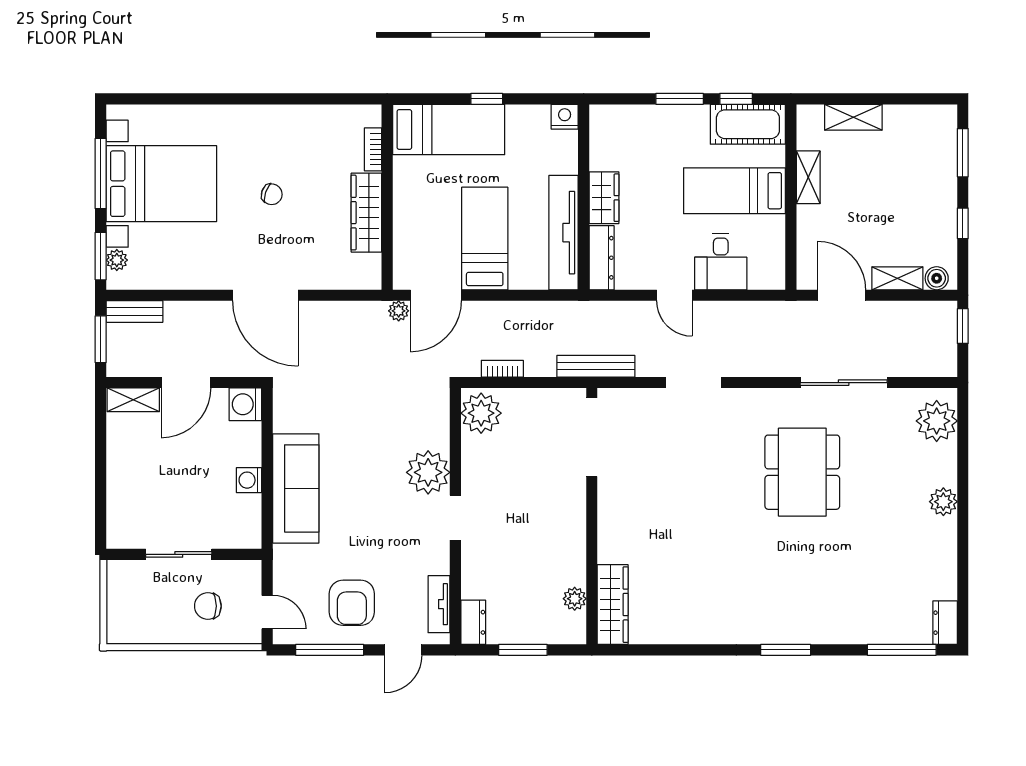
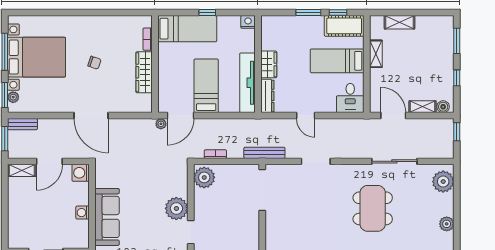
desk: (721, 262) -> (350, 98), moved

